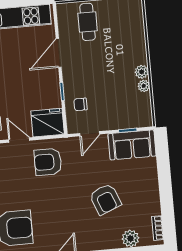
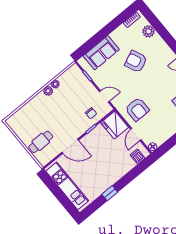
sofa: (132, 145) -> (101, 53), moved, turned 90
armchair: (105, 199) -> (136, 61), turned -92

